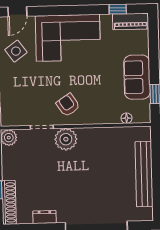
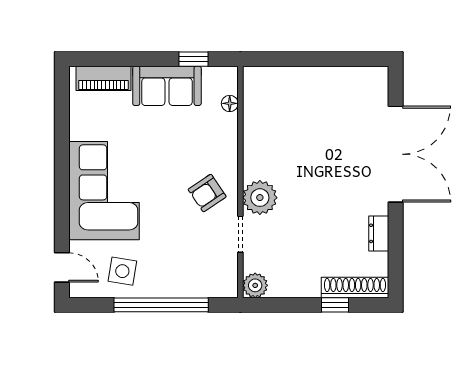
window: (118, 9) -> (62, 113), removed
piano: (131, 21) -> (104, 78), moved, turned 90
side table: (16, 51) -> (122, 271), turned 45
bench: (144, 174) -> (316, 79), removed

